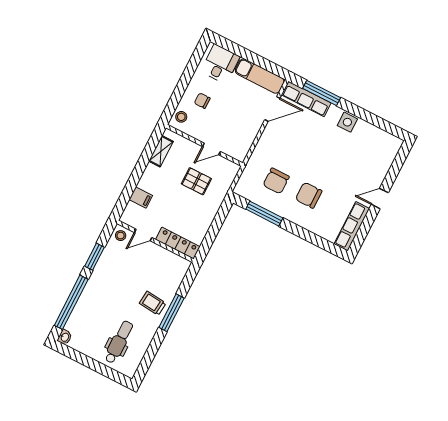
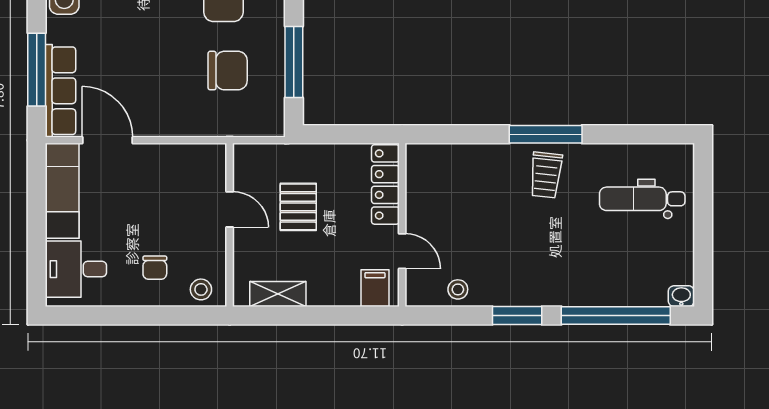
door: (143, 235) -> (402, 251), moved
wall: (155, 241) -> (402, 225), moved
locker: (178, 243) -> (385, 184), moved

